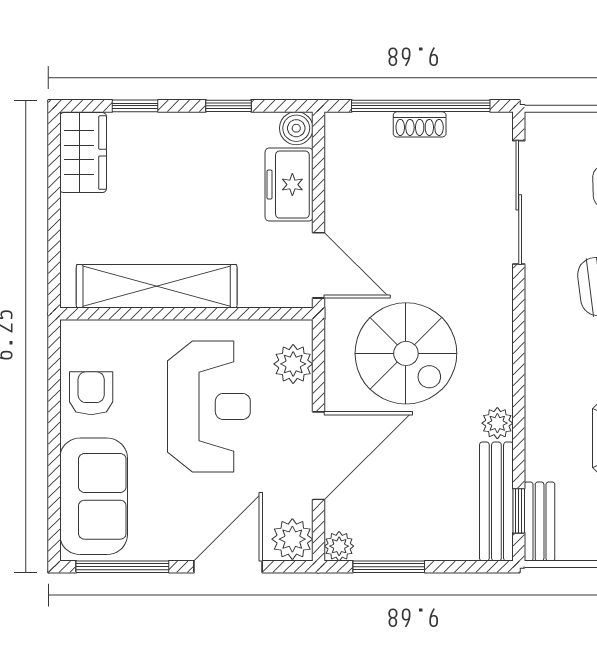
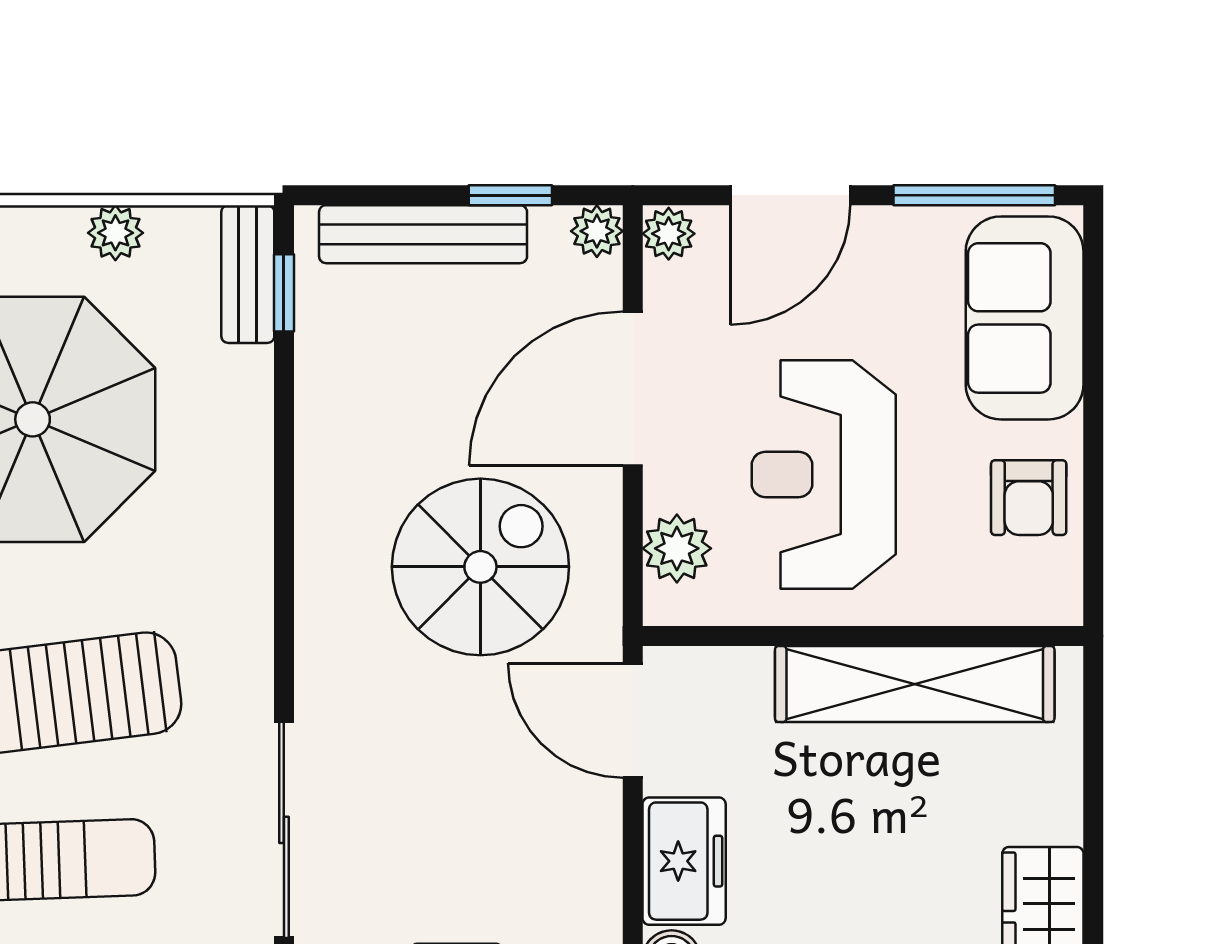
spiral stairs: (406, 353) -> (480, 567), turned 90
plant: (497, 423) -> (321, 445), removed
bench: (496, 502) -> (423, 234), moved, turned 90
plant: (292, 539) -> (669, 234), width x0.73, depth x0.73
window: (389, 567) -> (510, 195), width x0.67

